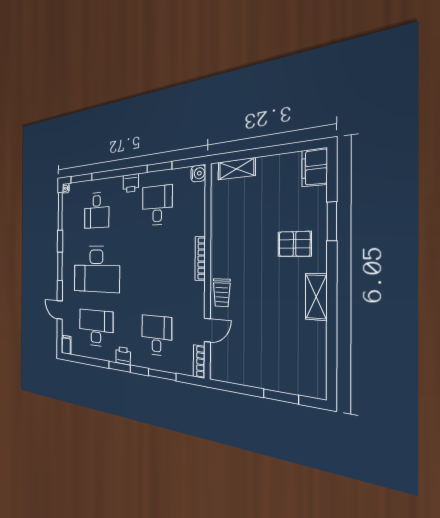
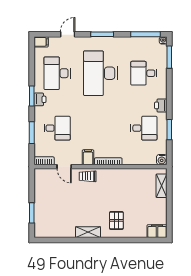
window: (332, 221) -> (128, 240), removed
filing cabinet: (194, 291) -> (88, 157), added
desk: (96, 328) -> (57, 73), turned 180

